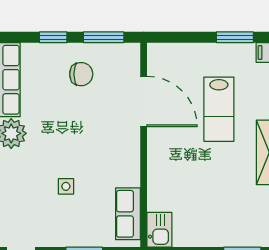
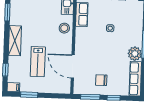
lab bench: (219, 109) -> (38, 62), turned 180
stool: (164, 183) -> (64, 28), added

